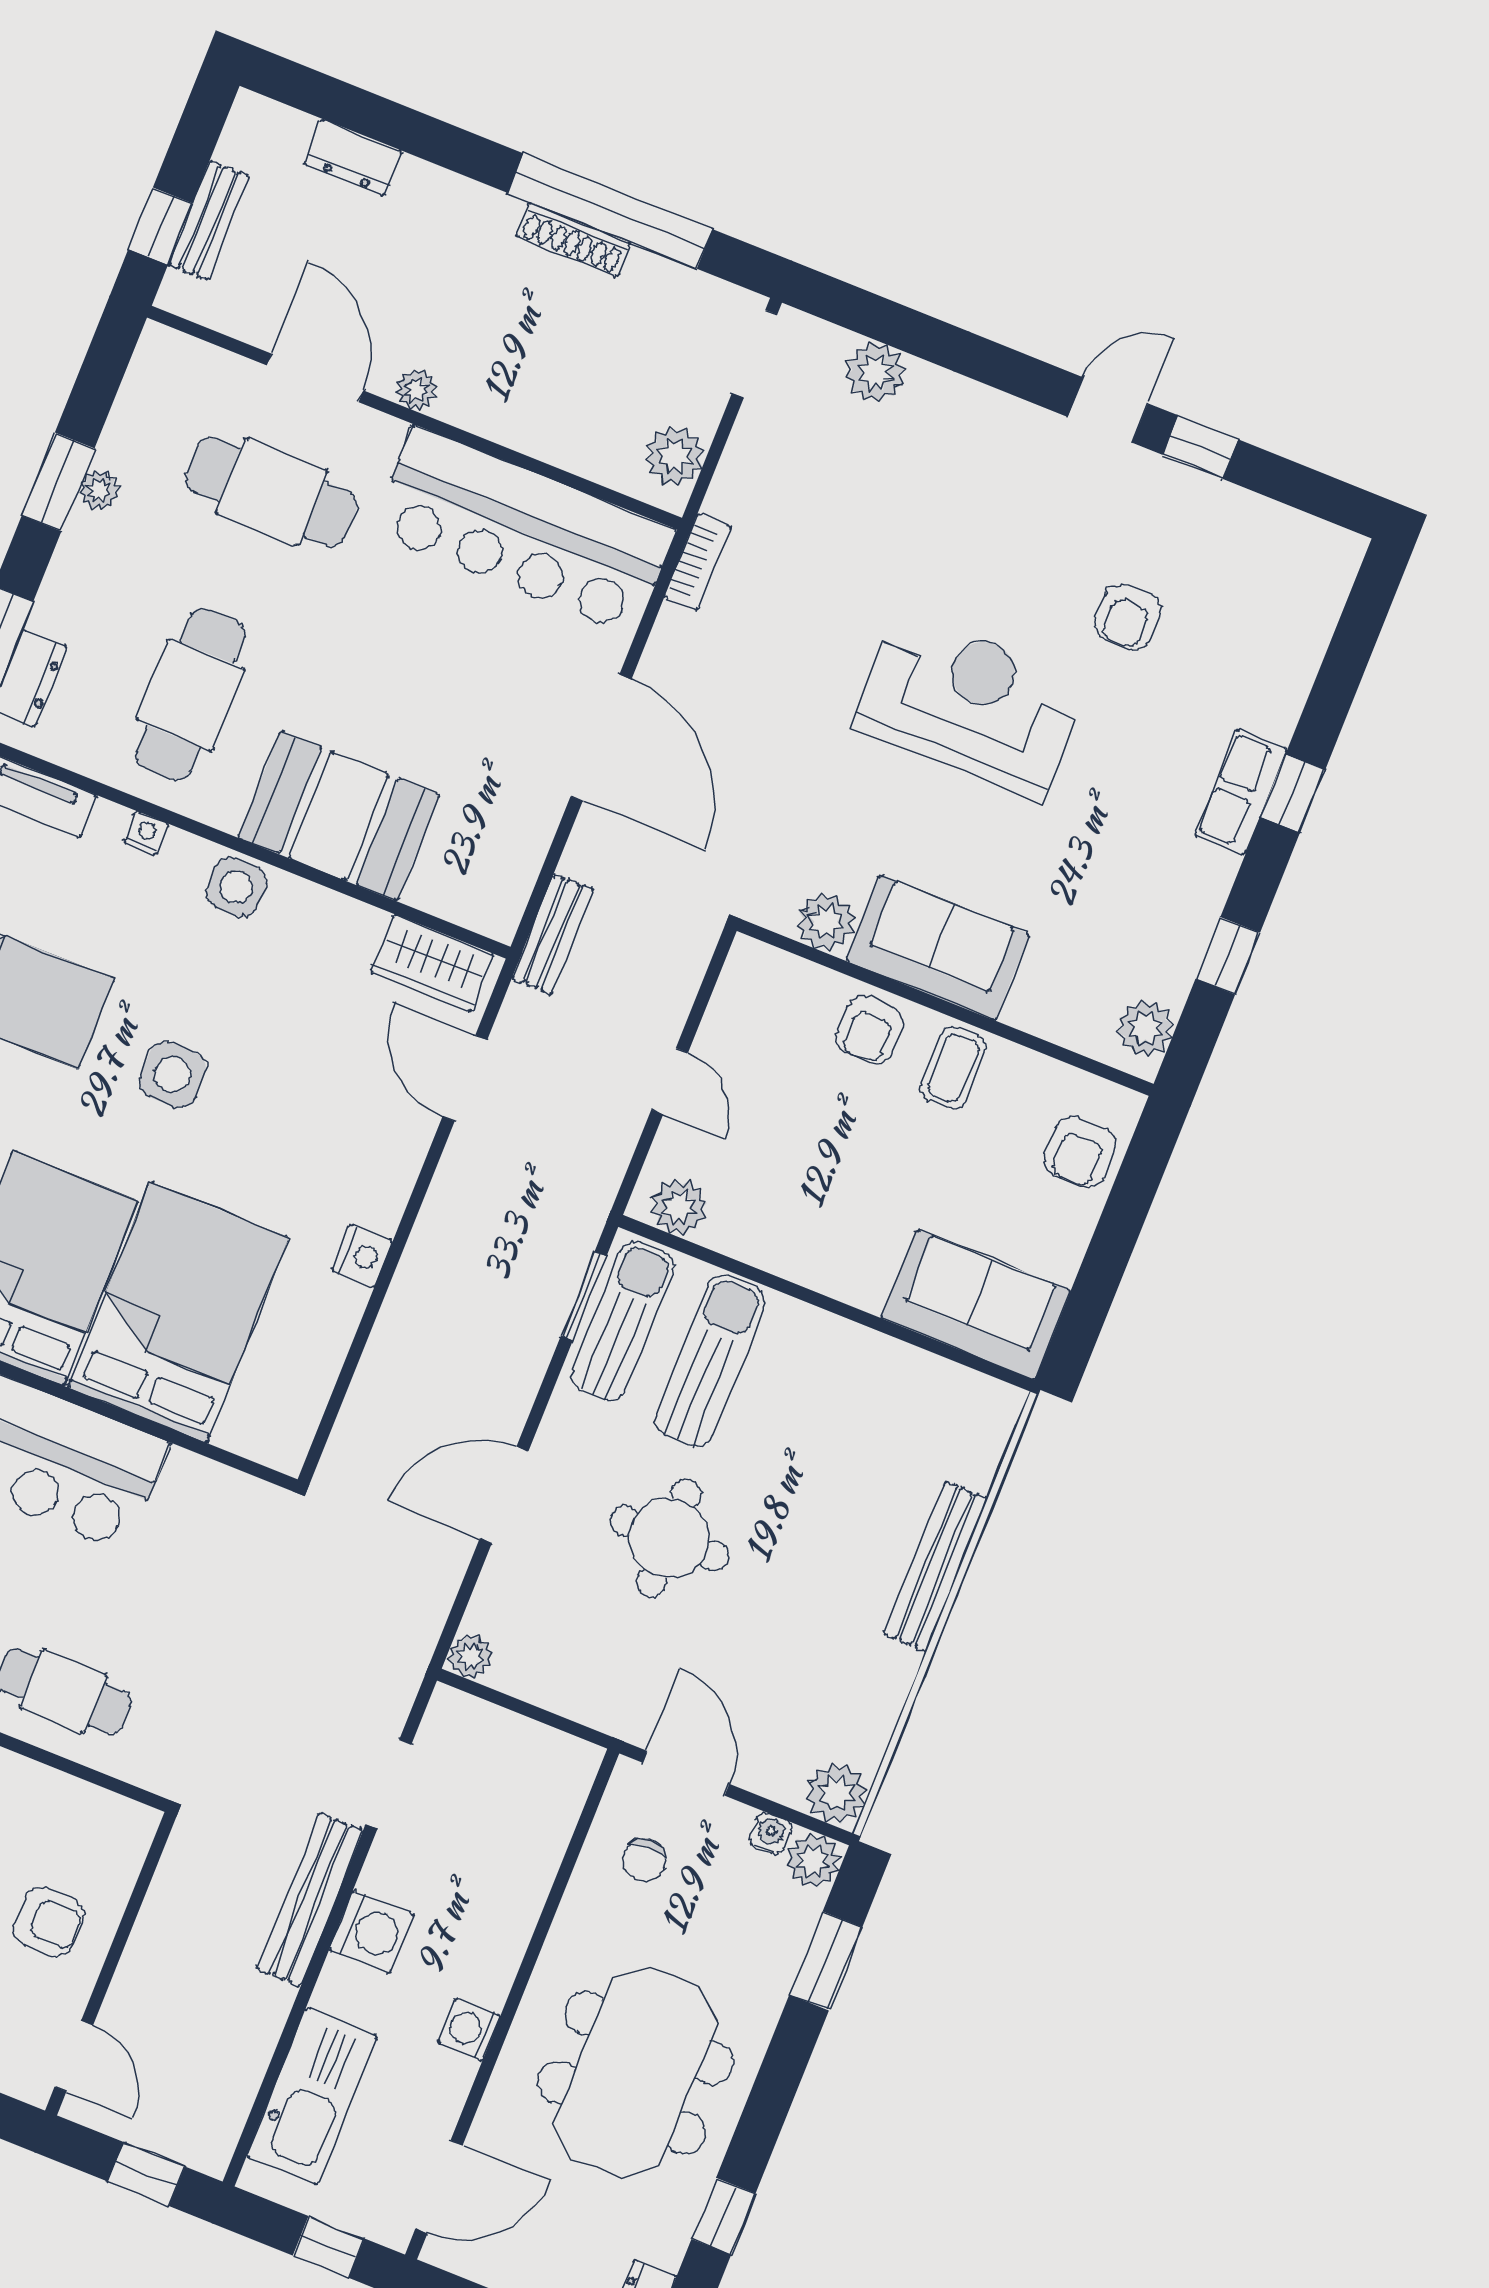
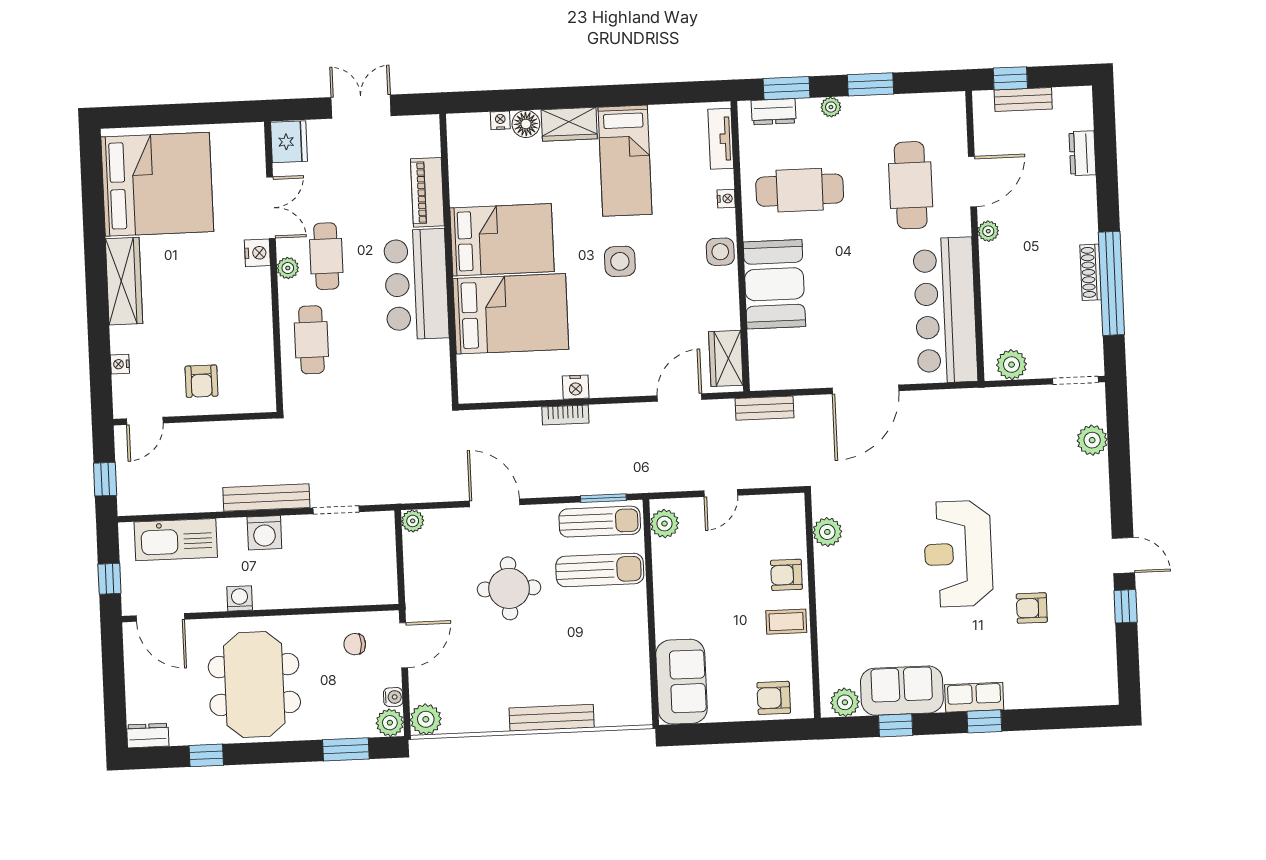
plant: (99, 490) -> (831, 107), moved
bookcase: (698, 562) -> (565, 415), moved
reception desk: (971, 705) -> (958, 554), turned 180
sofa: (938, 948) -> (902, 691), moved, turned -90
meeting table: (635, 2073) -> (254, 684), turned 90

